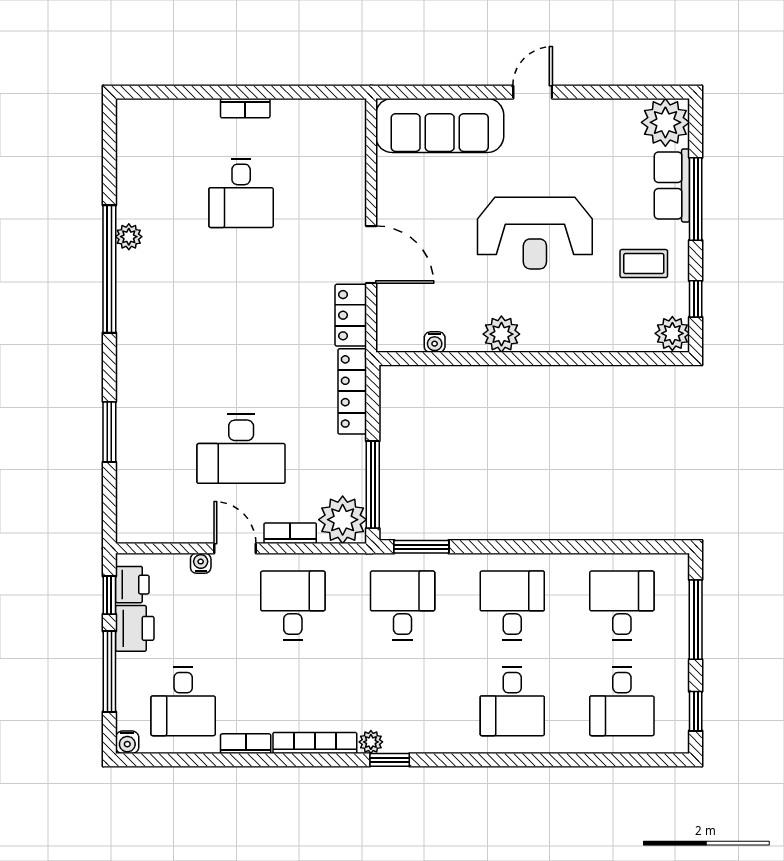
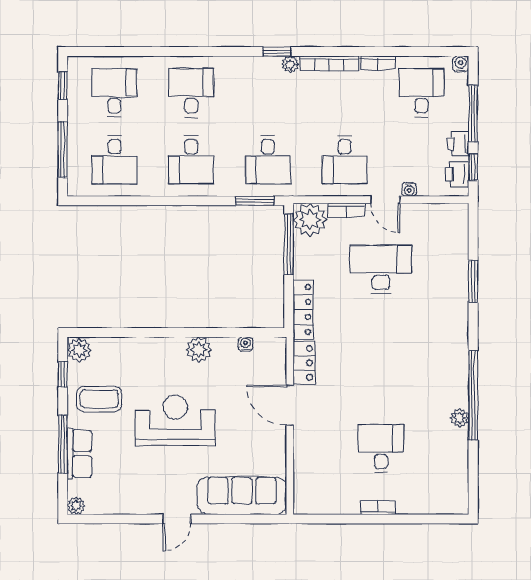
plant: (665, 122) -> (76, 506), width x0.53, depth x0.53
coffee table: (644, 264) -> (99, 399), width x1.36, depth x1.30
printer: (135, 628) -> (458, 144), width x0.73, depth x0.81

